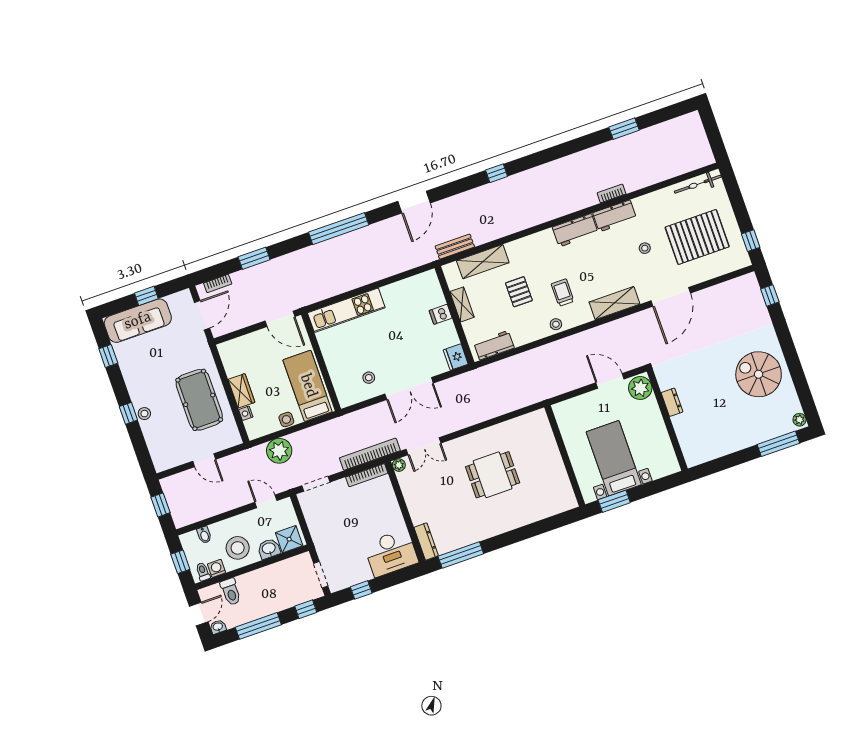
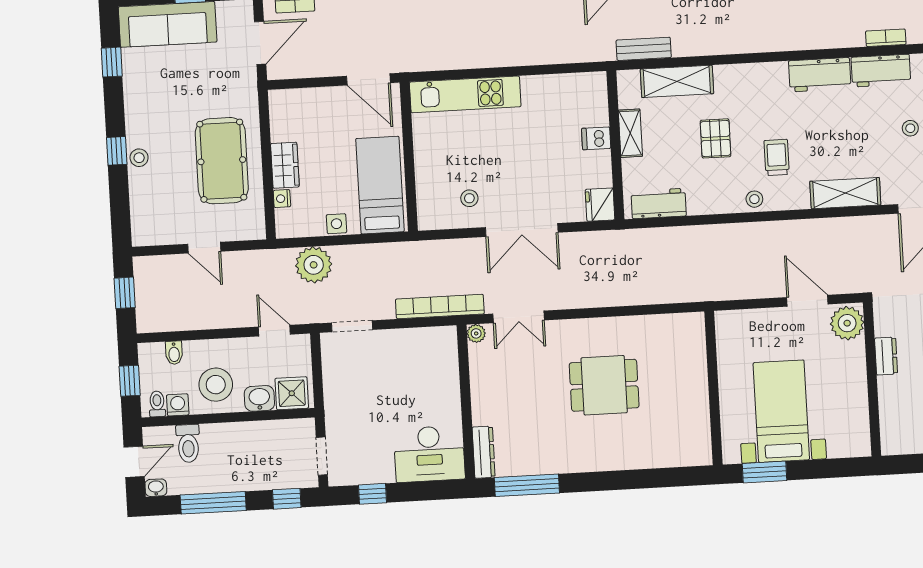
bookcase: (367, 475) -> (427, 335), removed

